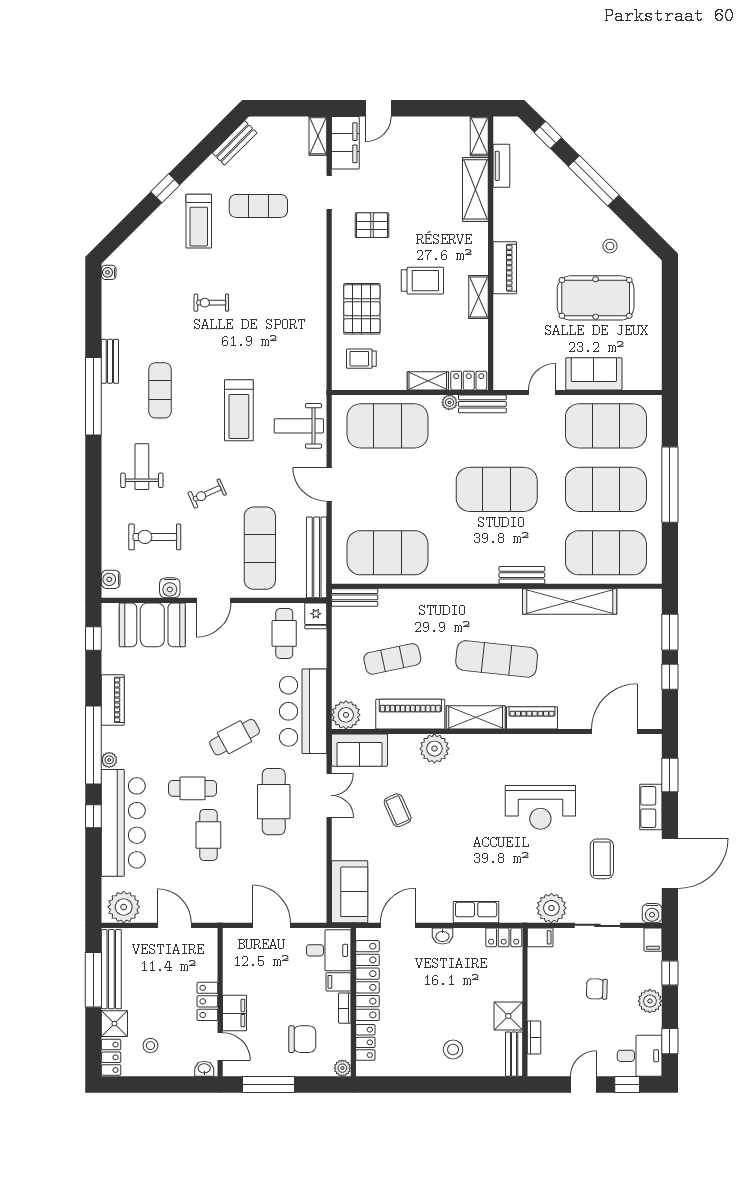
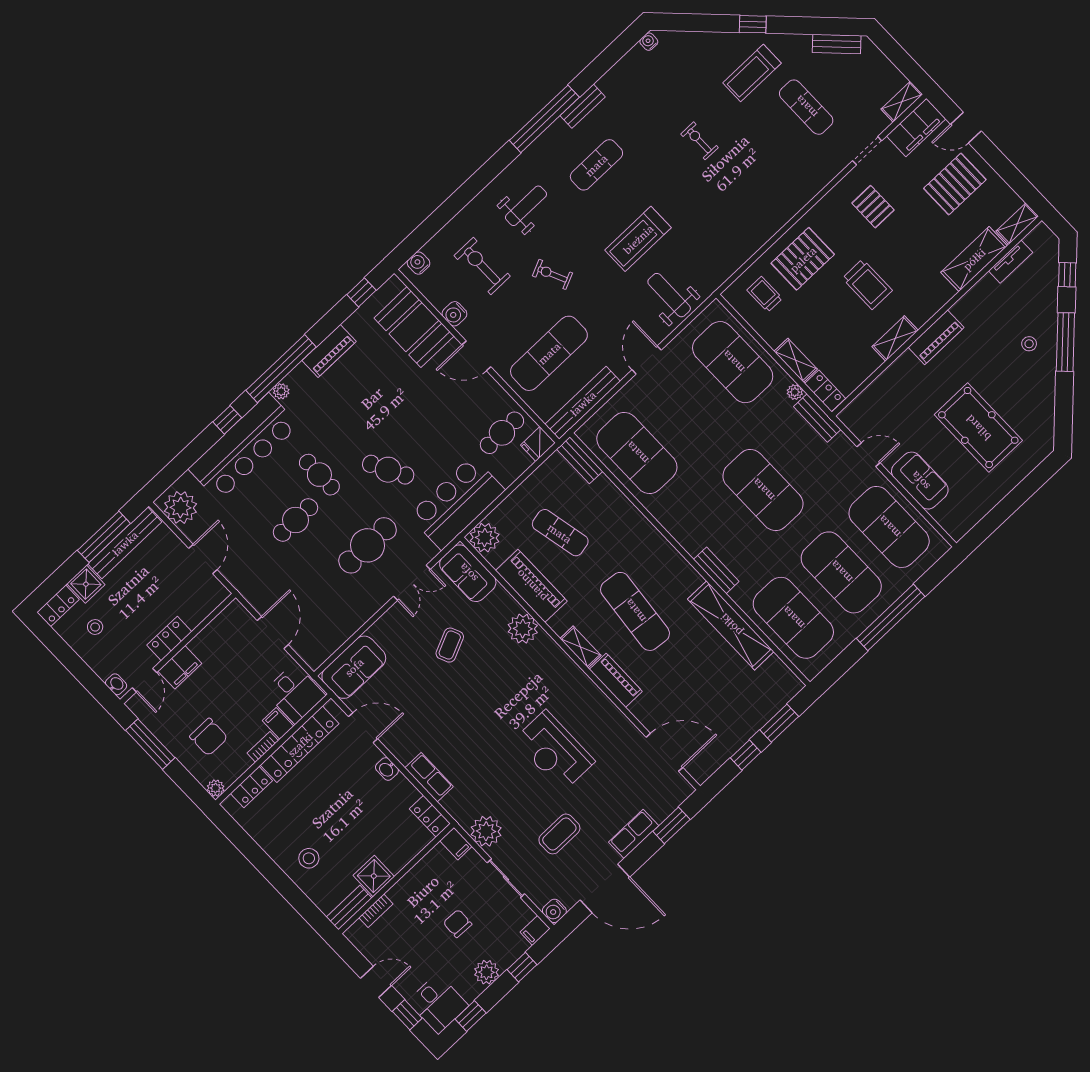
pallet: (410, 153) -> (955, 184), added
stool: (610, 246) -> (1029, 344), moved
shelving: (476, 717) -> (581, 647), width x0.67, depth x0.75

